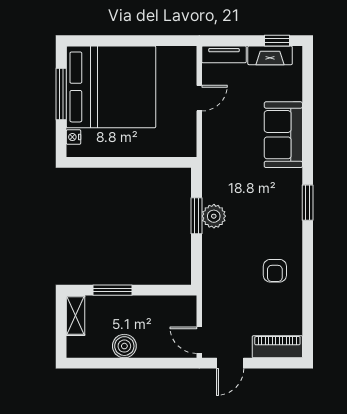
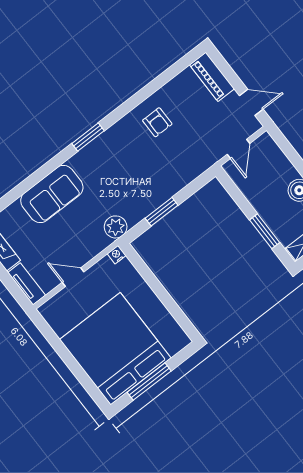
nightstand: (74, 137) -> (117, 255), moved, turned 180
plant: (214, 216) -> (116, 227), moved
armchair: (275, 271) -> (157, 122), turned 90
door: (199, 340) -> (238, 149), moved

